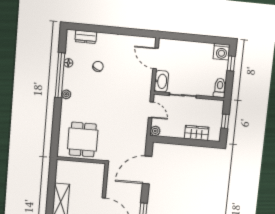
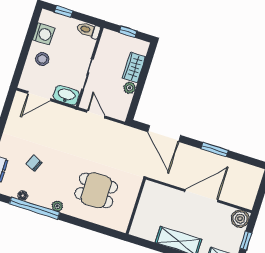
washing machine: (222, 52) -> (44, 34), moved
stool: (187, 54) -> (42, 59), added
door: (151, 110) -> (96, 114), hinge flipped
plant: (155, 131) -> (130, 88), moved
dining table: (83, 140) -> (96, 190), moved

